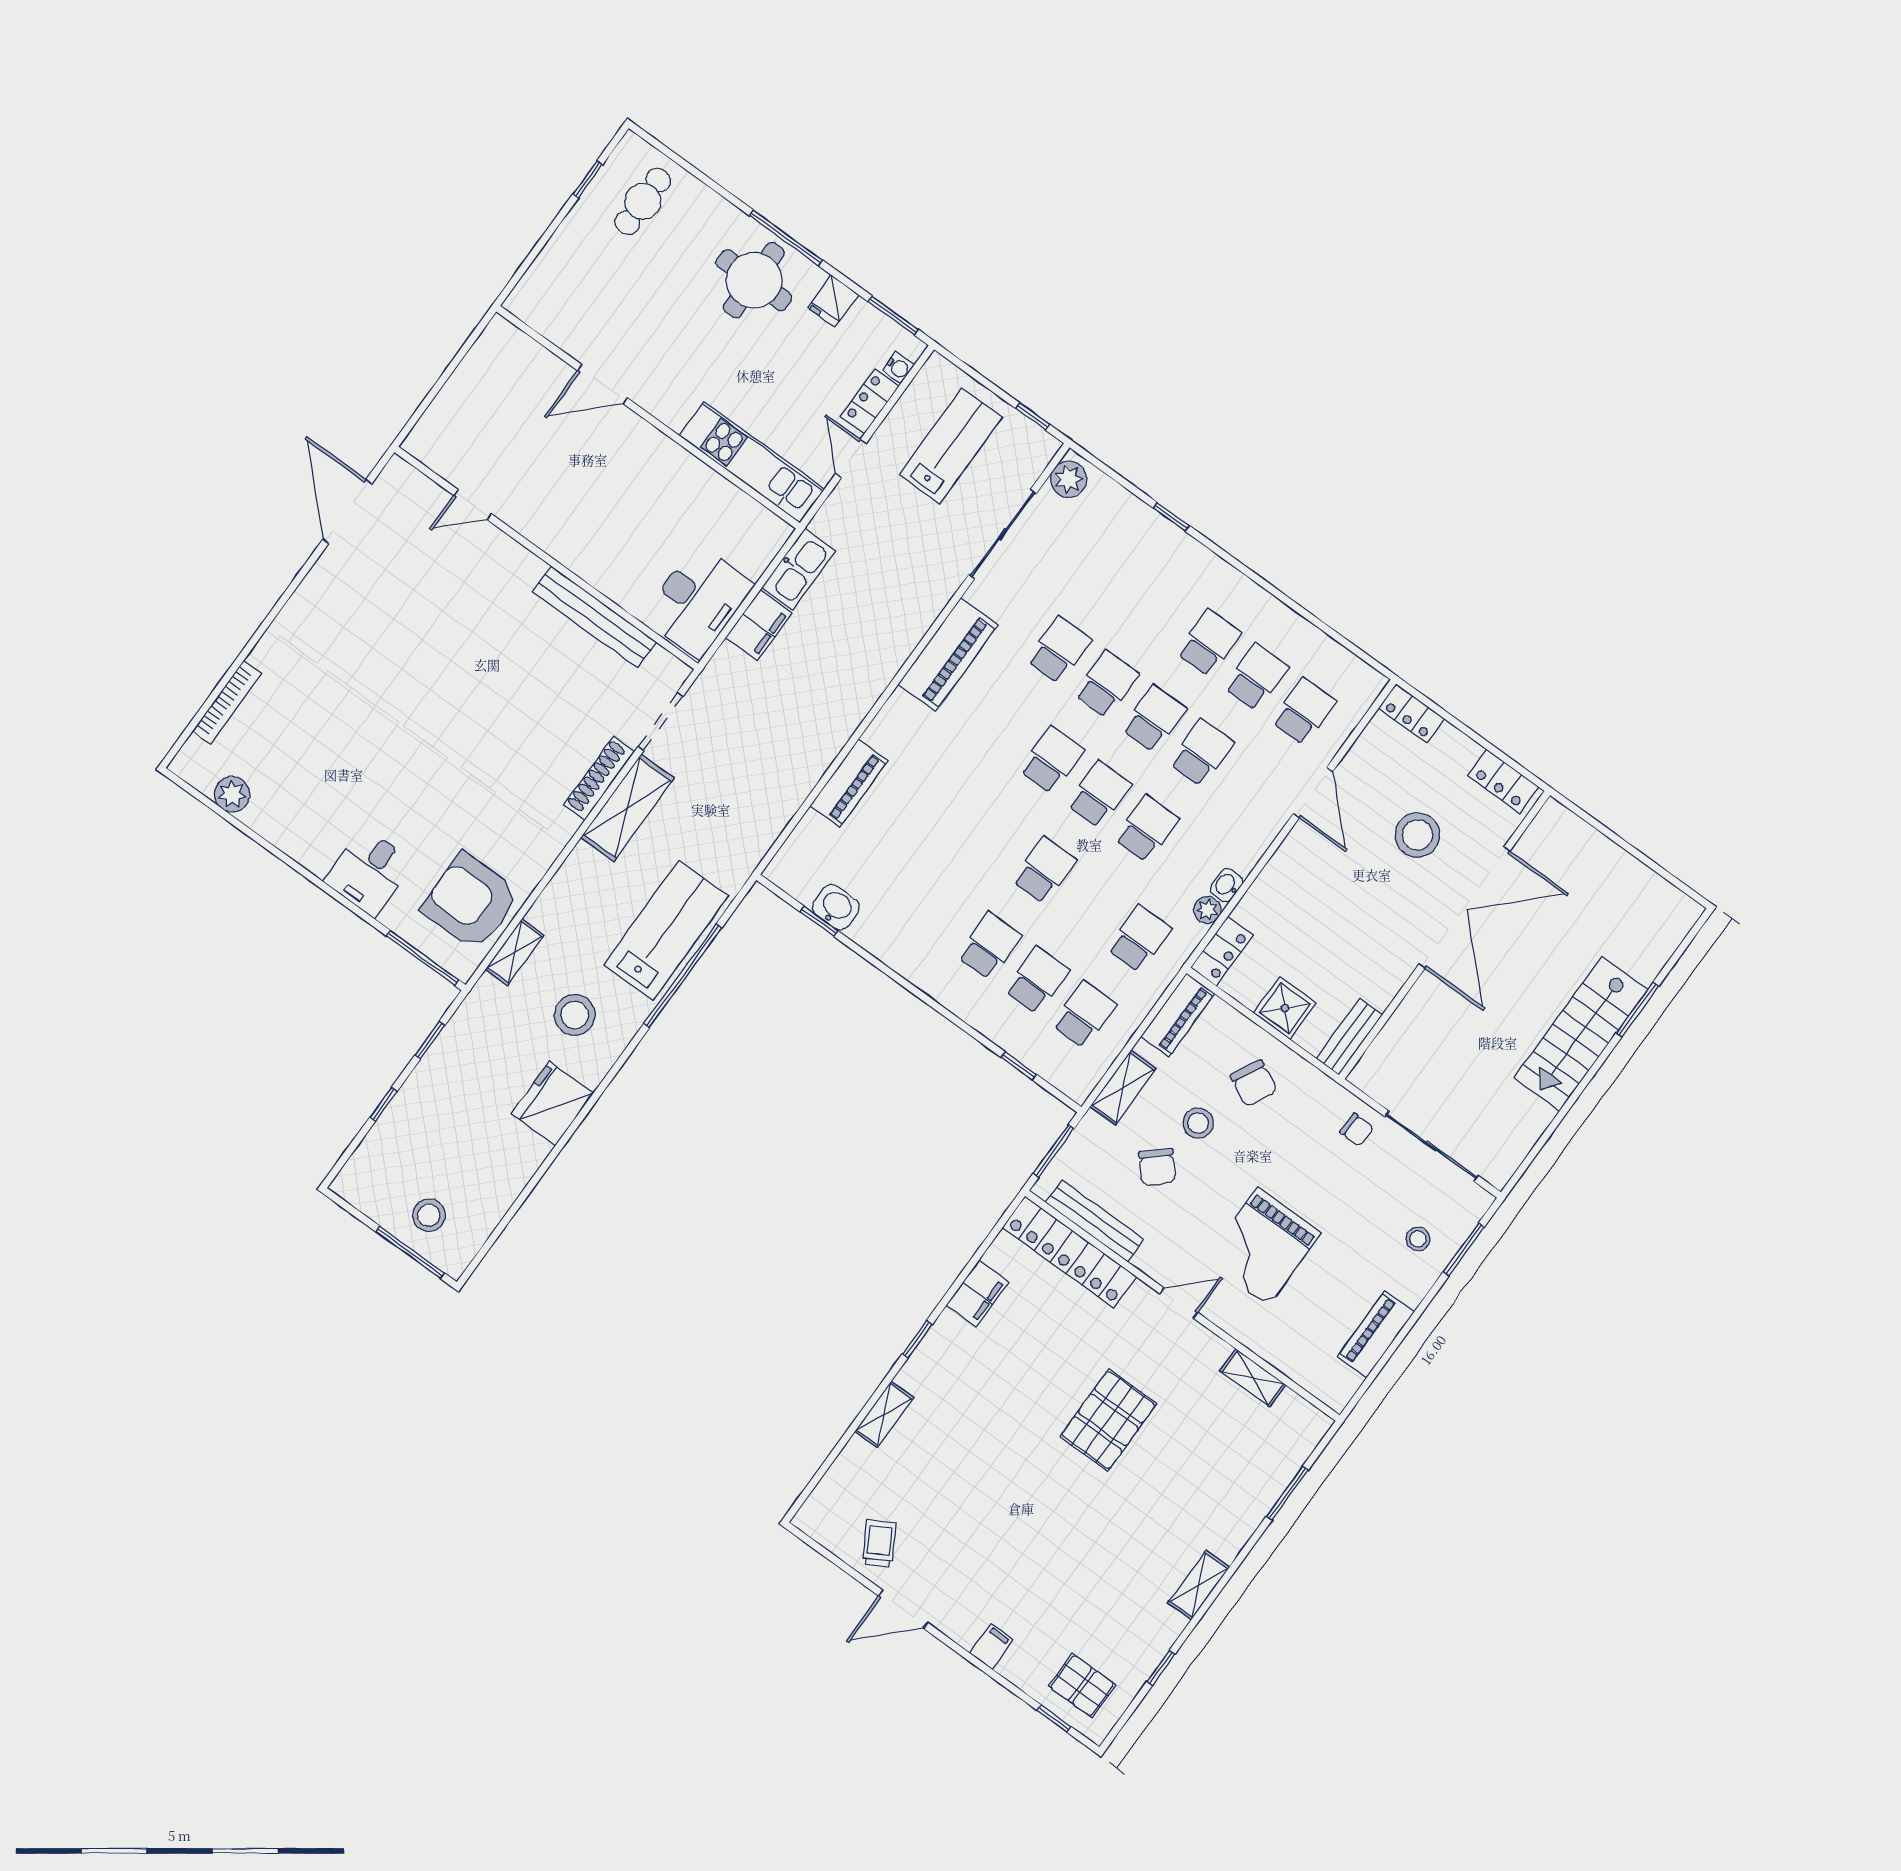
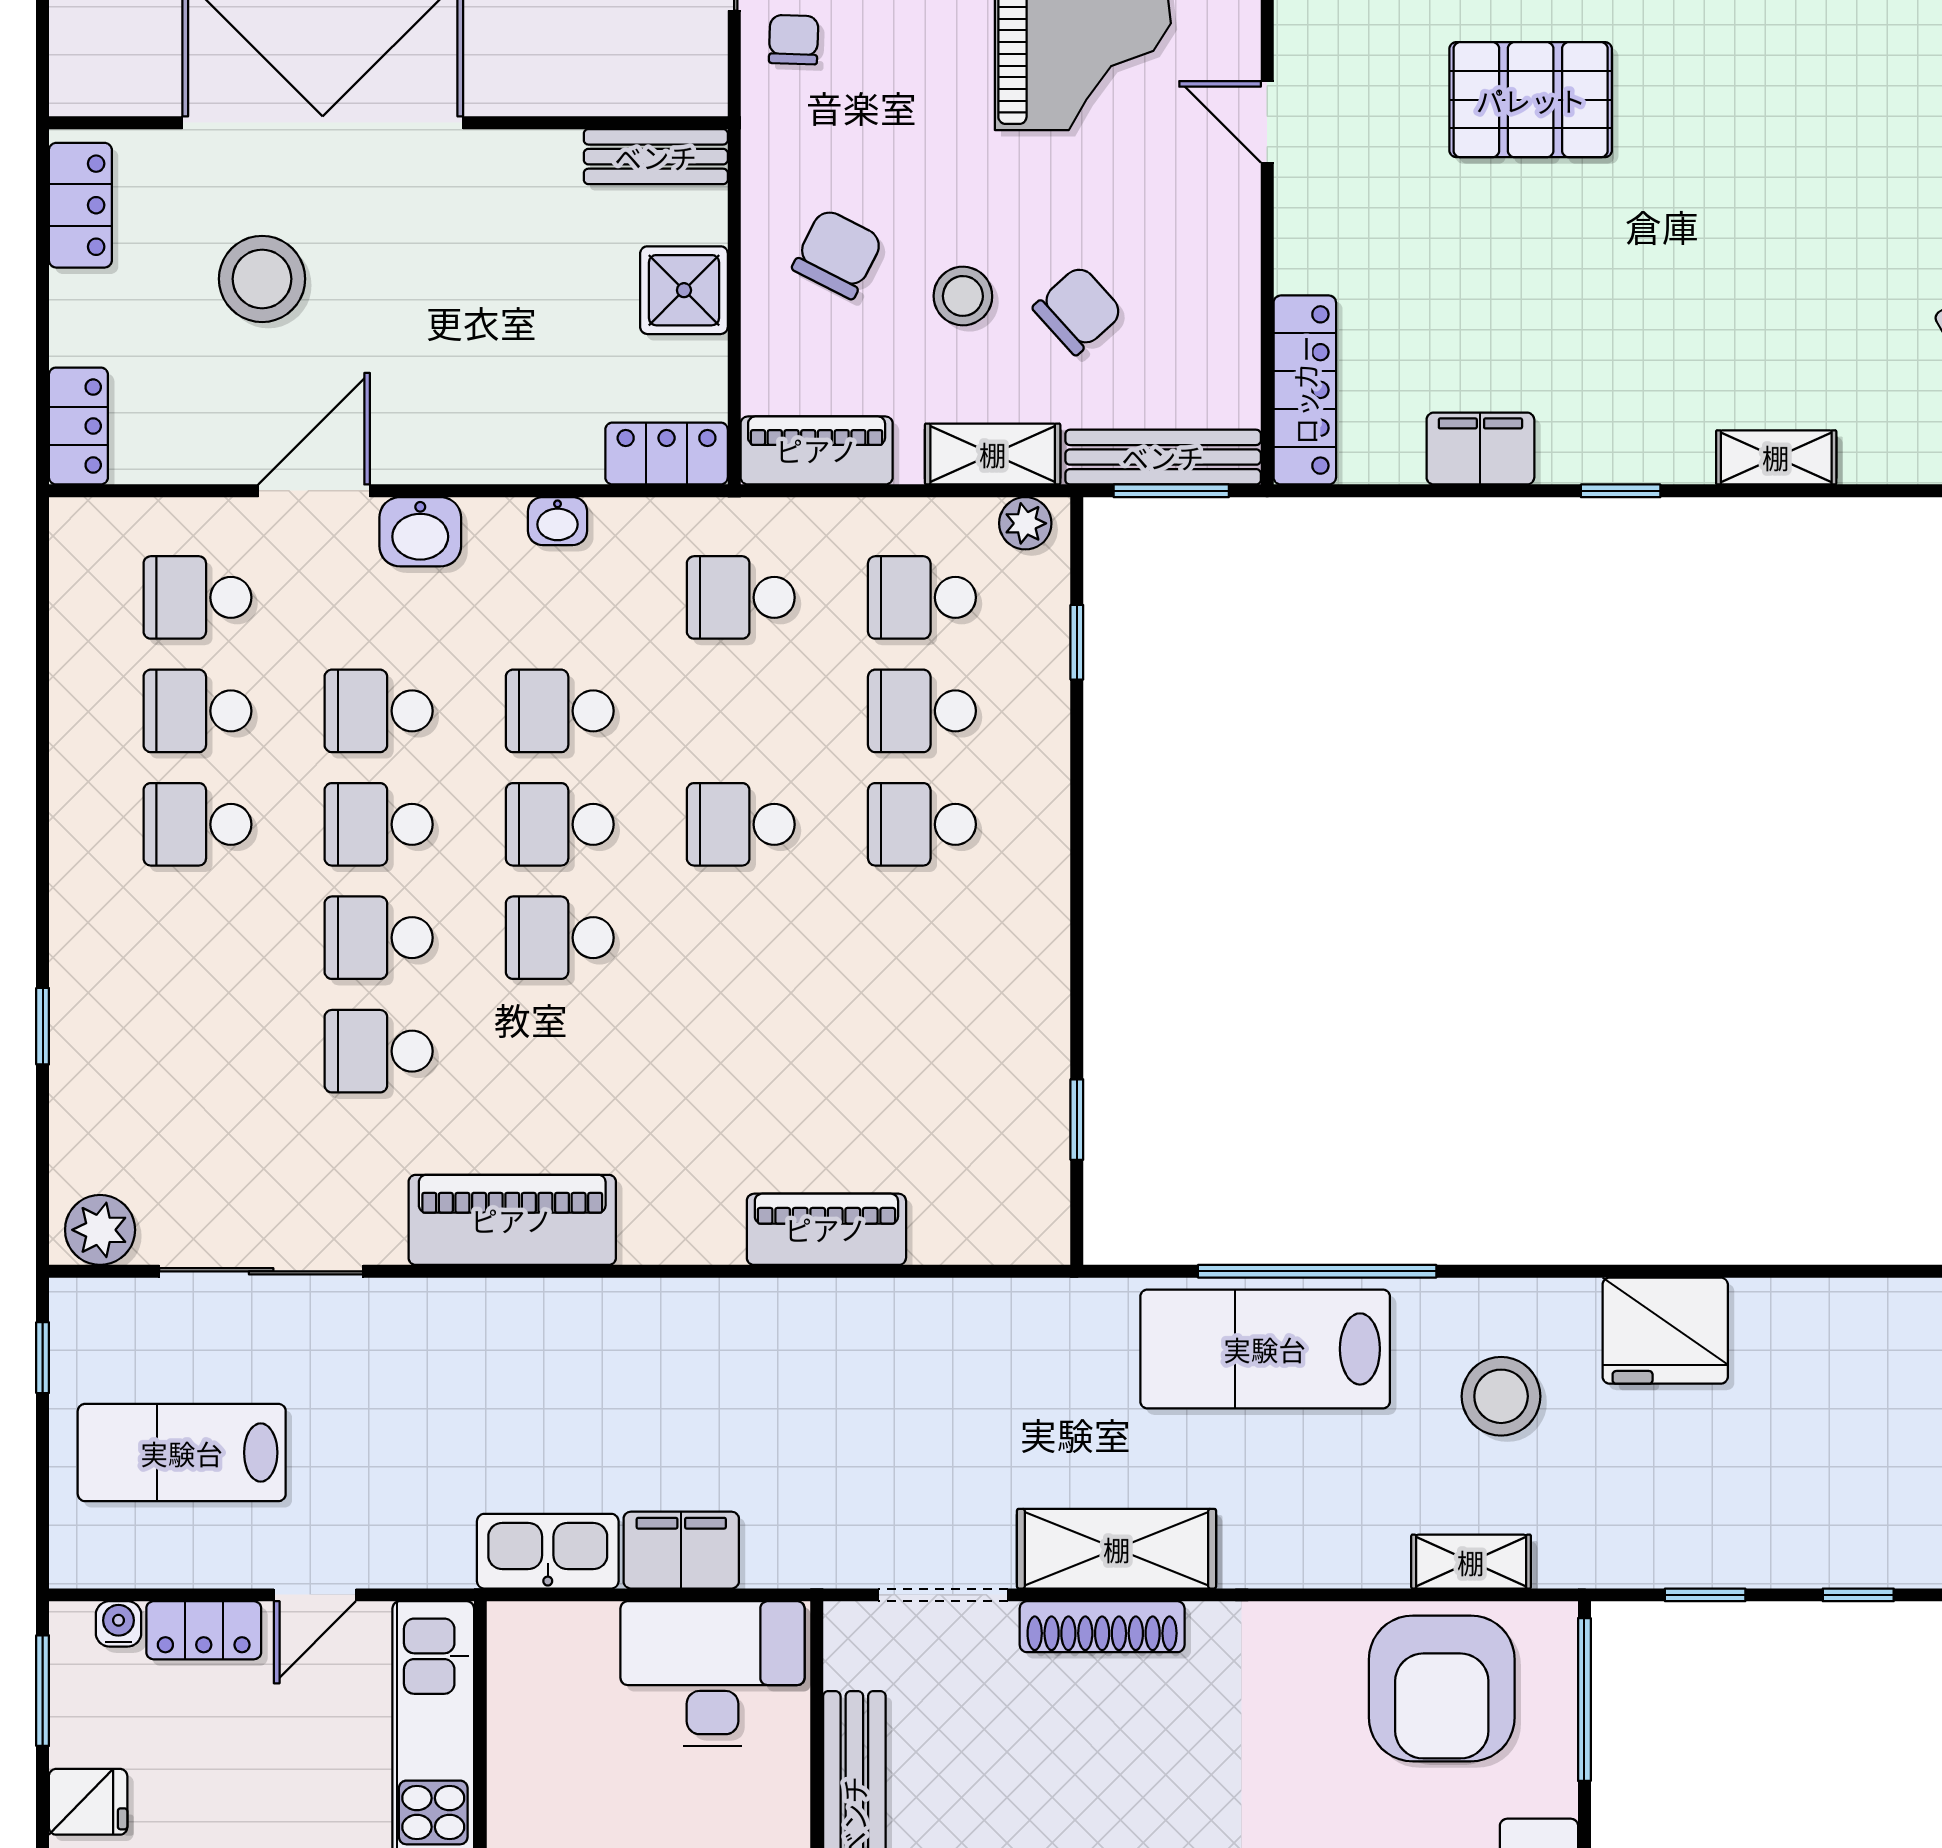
washbasin: (836, 907) -> (420, 532), moved, turned -90
plant: (1207, 910) -> (1025, 523), moved
bench: (1095, 1221) -> (1163, 457), moved, turned 90
locker: (1070, 1252) -> (1305, 390), width x0.71, depth x0.83

